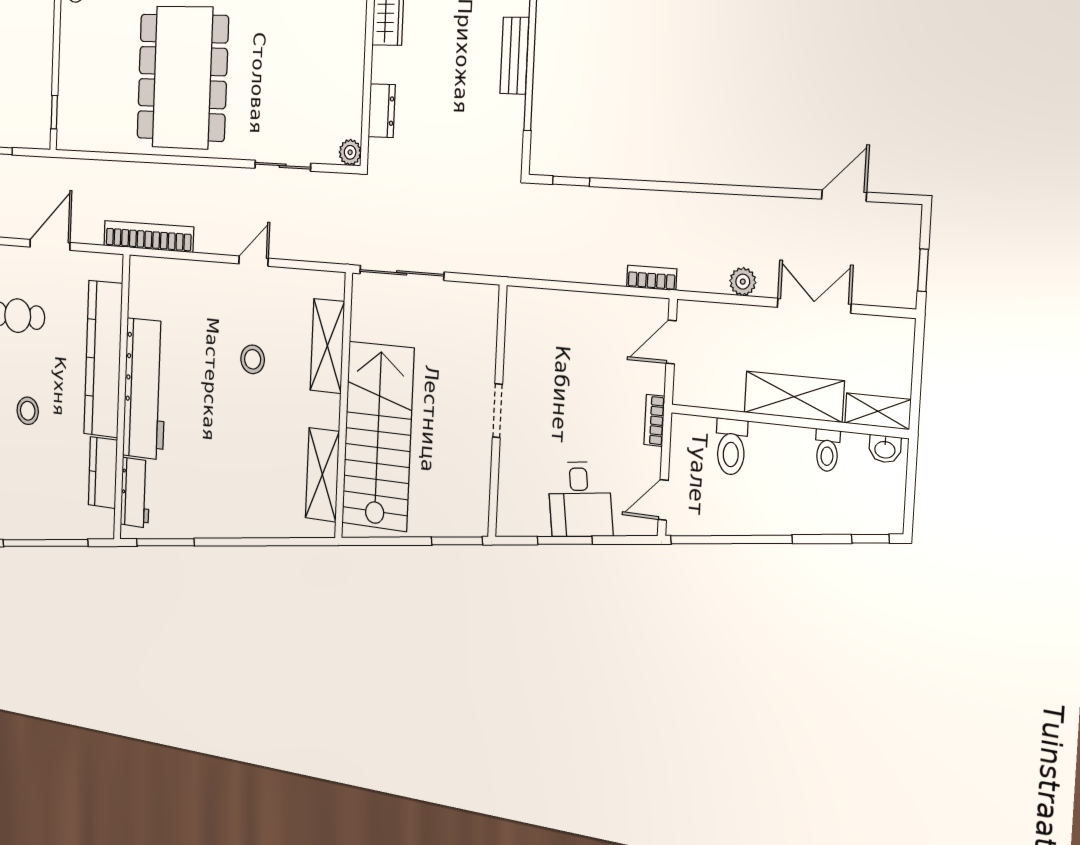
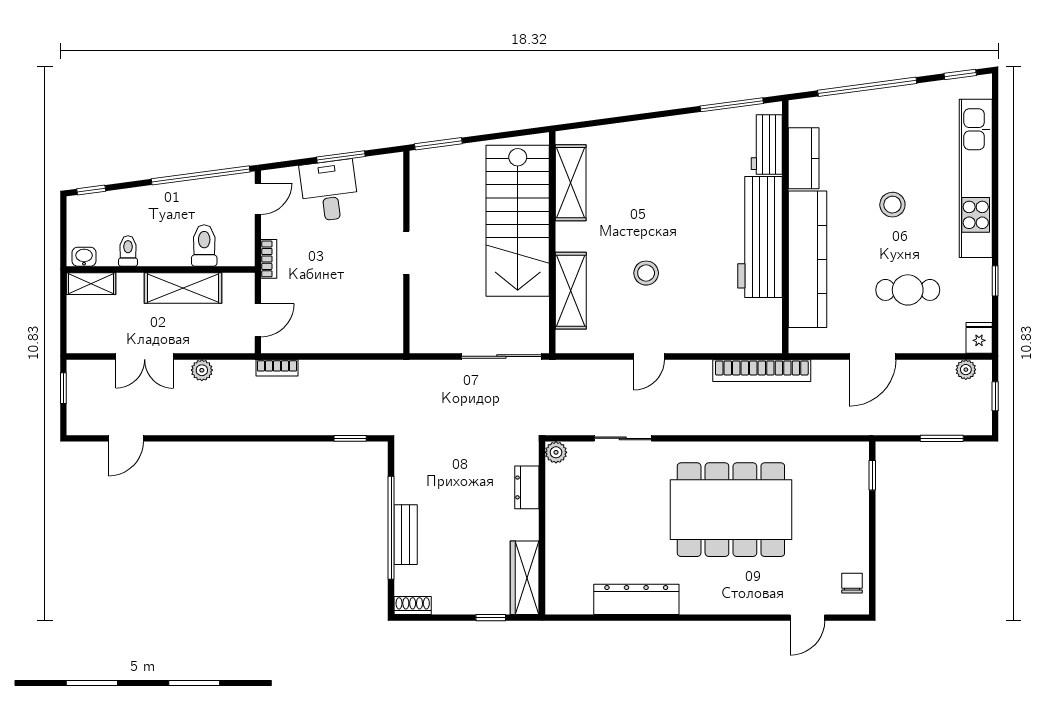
dining table: (182, 77) -> (731, 510), turned 90
shelving: (794, 397) -> (183, 288), moved

